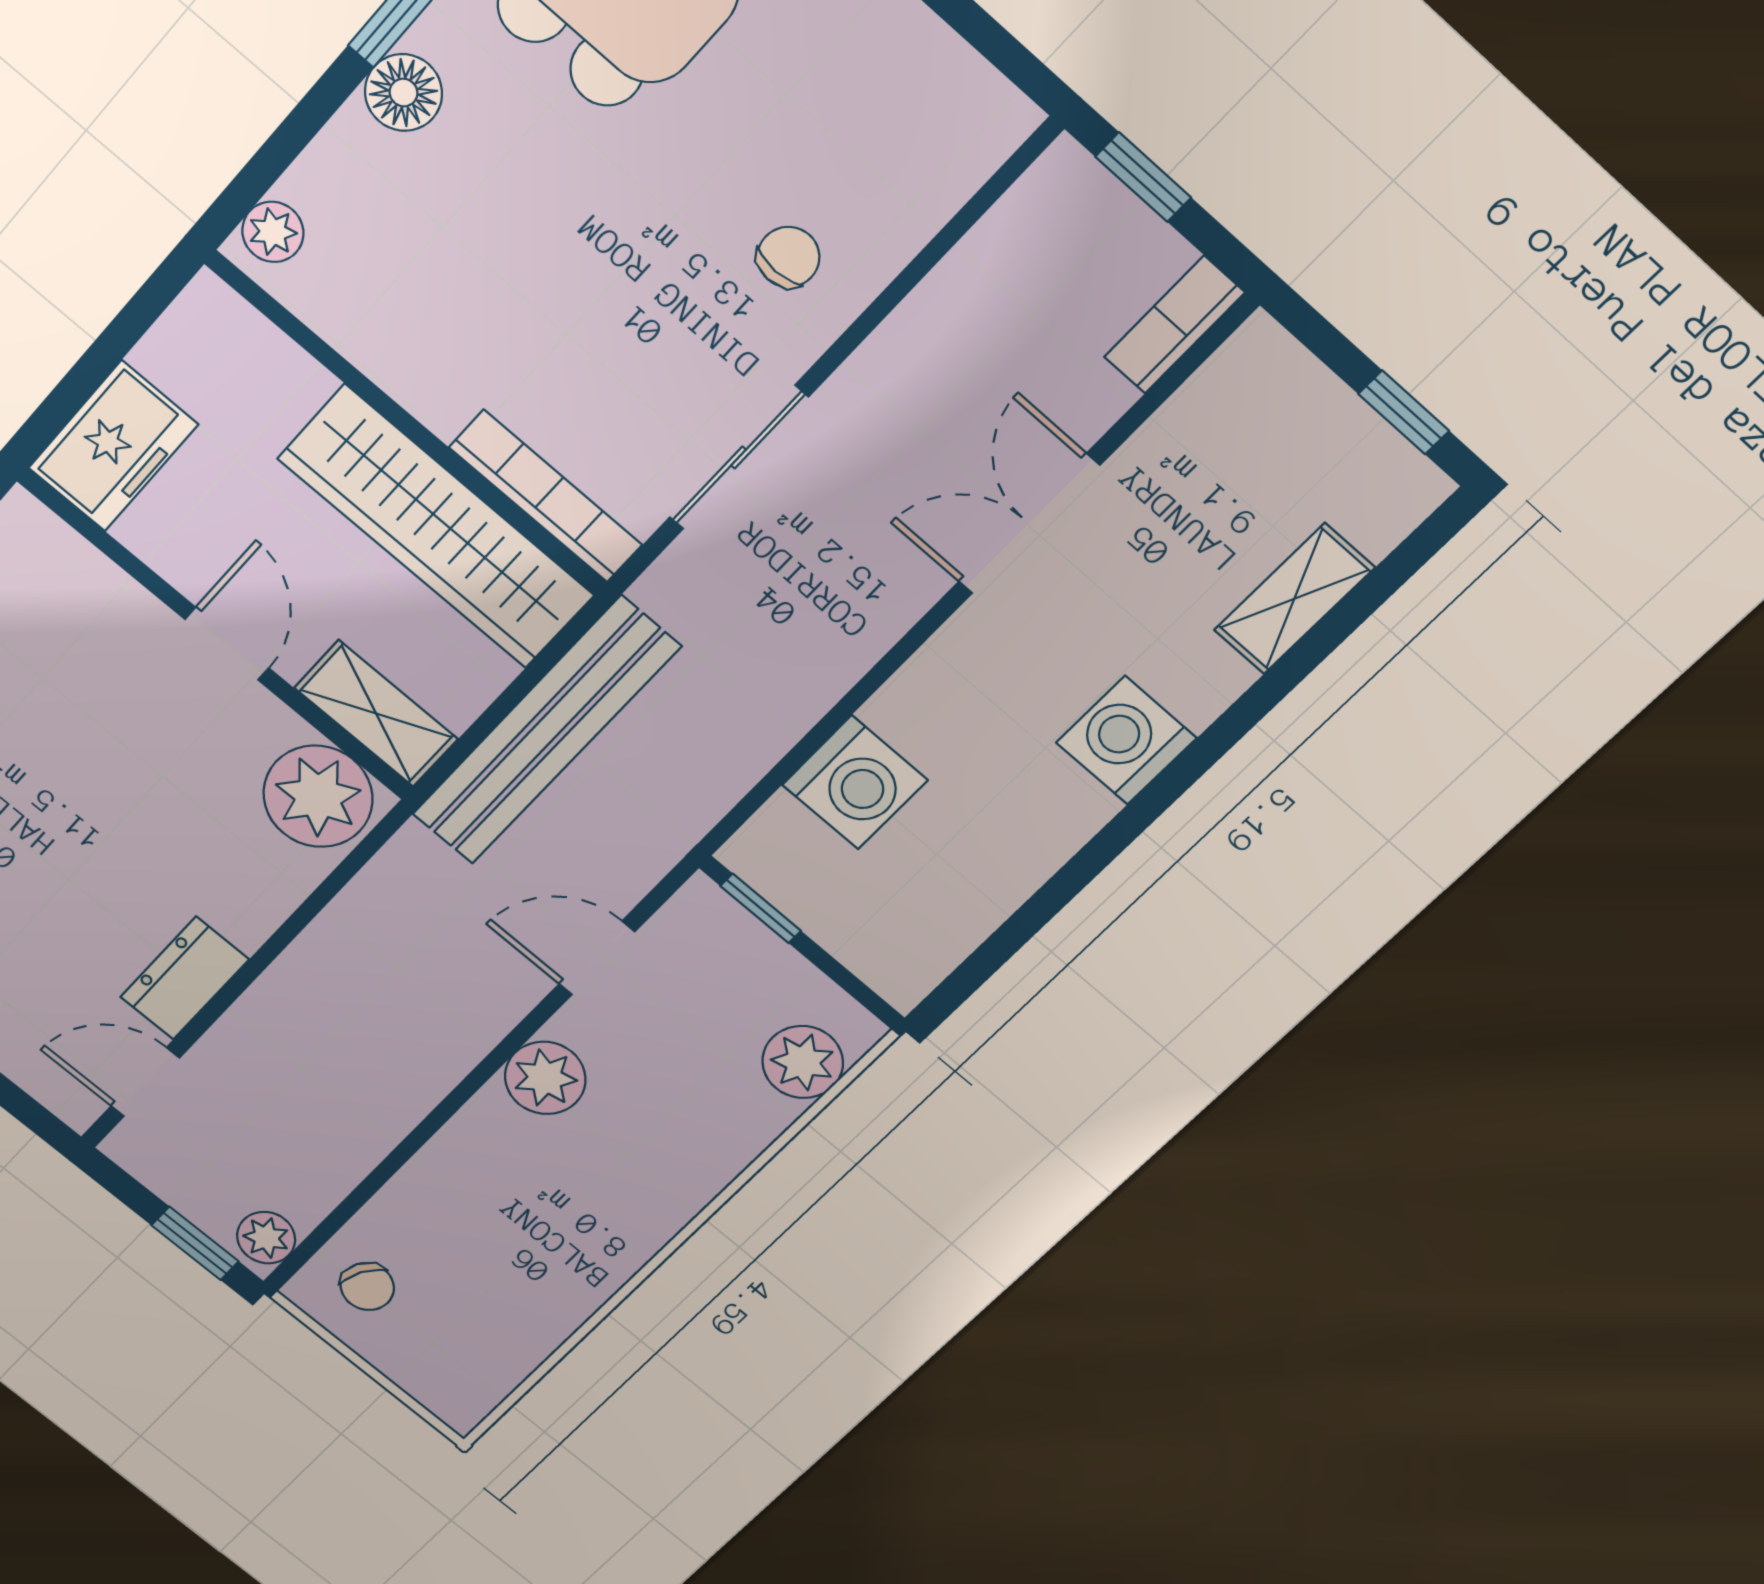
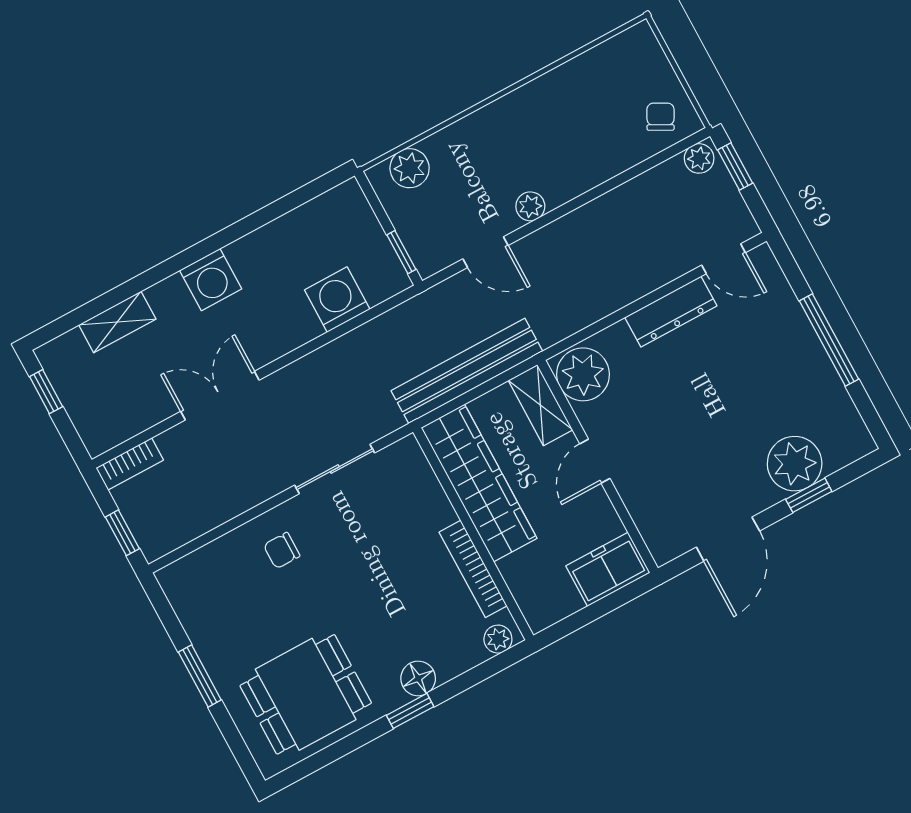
bookcase: (546, 496) -> (473, 569), moved
double door: (1029, 524) -> (220, 396), swing flipped
dresser: (185, 978) -> (671, 312), width x1.44
plant: (545, 1078) -> (530, 206), width x0.73, depth x0.73

